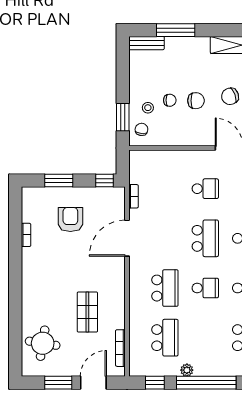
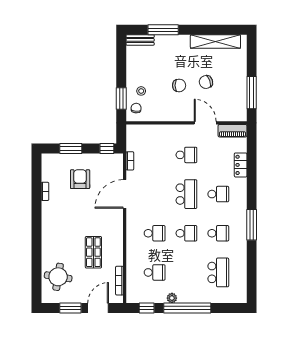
chair: (170, 100) -> (158, 85), removed
school desk: (165, 288) -> (155, 233), width x0.54
school desk: (165, 338) -> (155, 272), width x0.54

